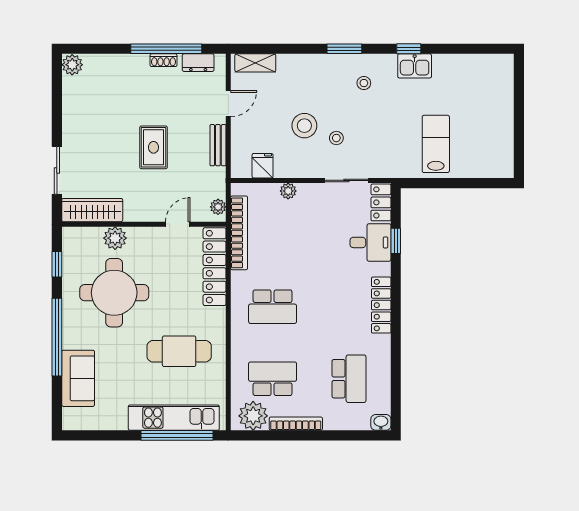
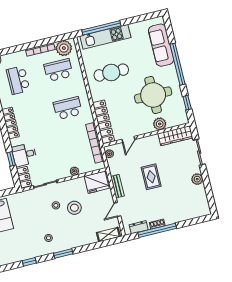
plant: (72, 65) -> (197, 179), moved
kitchen sink: (415, 66) -> (24, 254), removed
fridge: (263, 166) -> (97, 182), width x1.88, depth x1.34
sofa: (78, 378) -> (161, 45), width x1.36
school desk: (273, 379) -> (58, 70), turned 180

